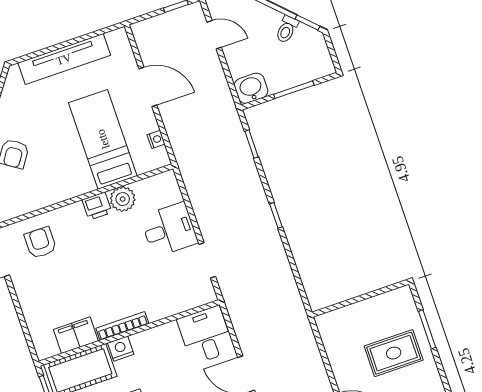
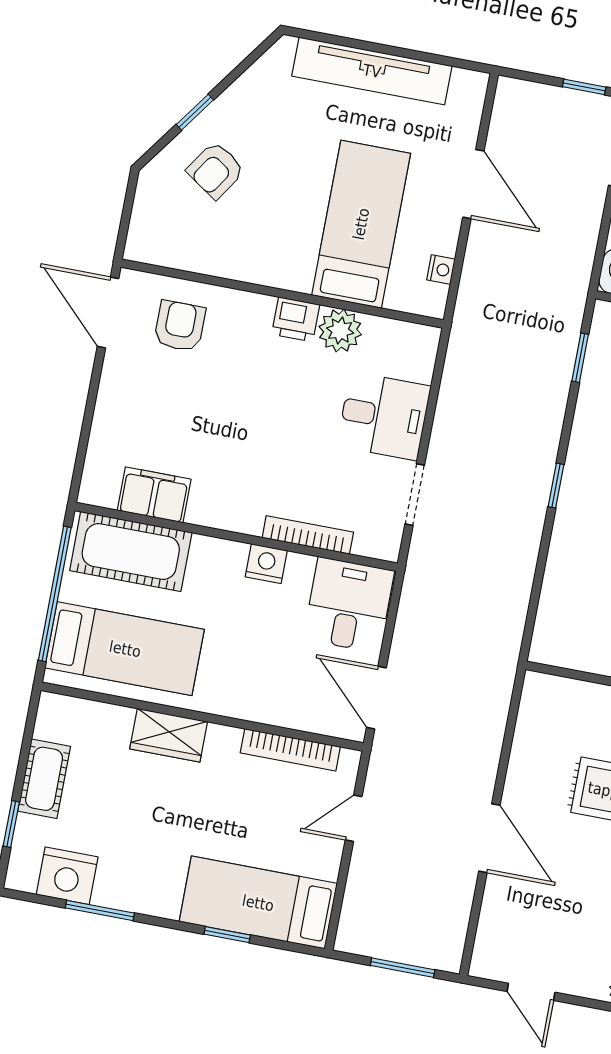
bookcase: (122, 326) -> (308, 535), moved
nightstand: (121, 349) -> (266, 564), moved

